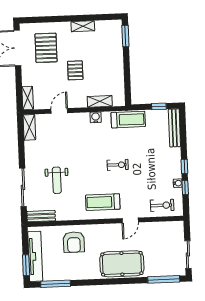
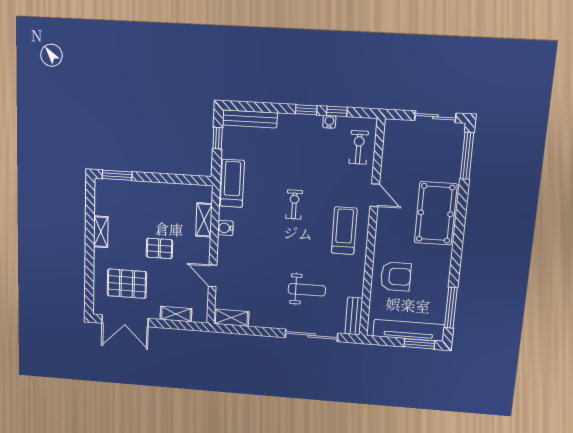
shelving: (28, 98) -> (176, 314), moved
treadmill: (103, 202) -> (344, 231), turned 180

